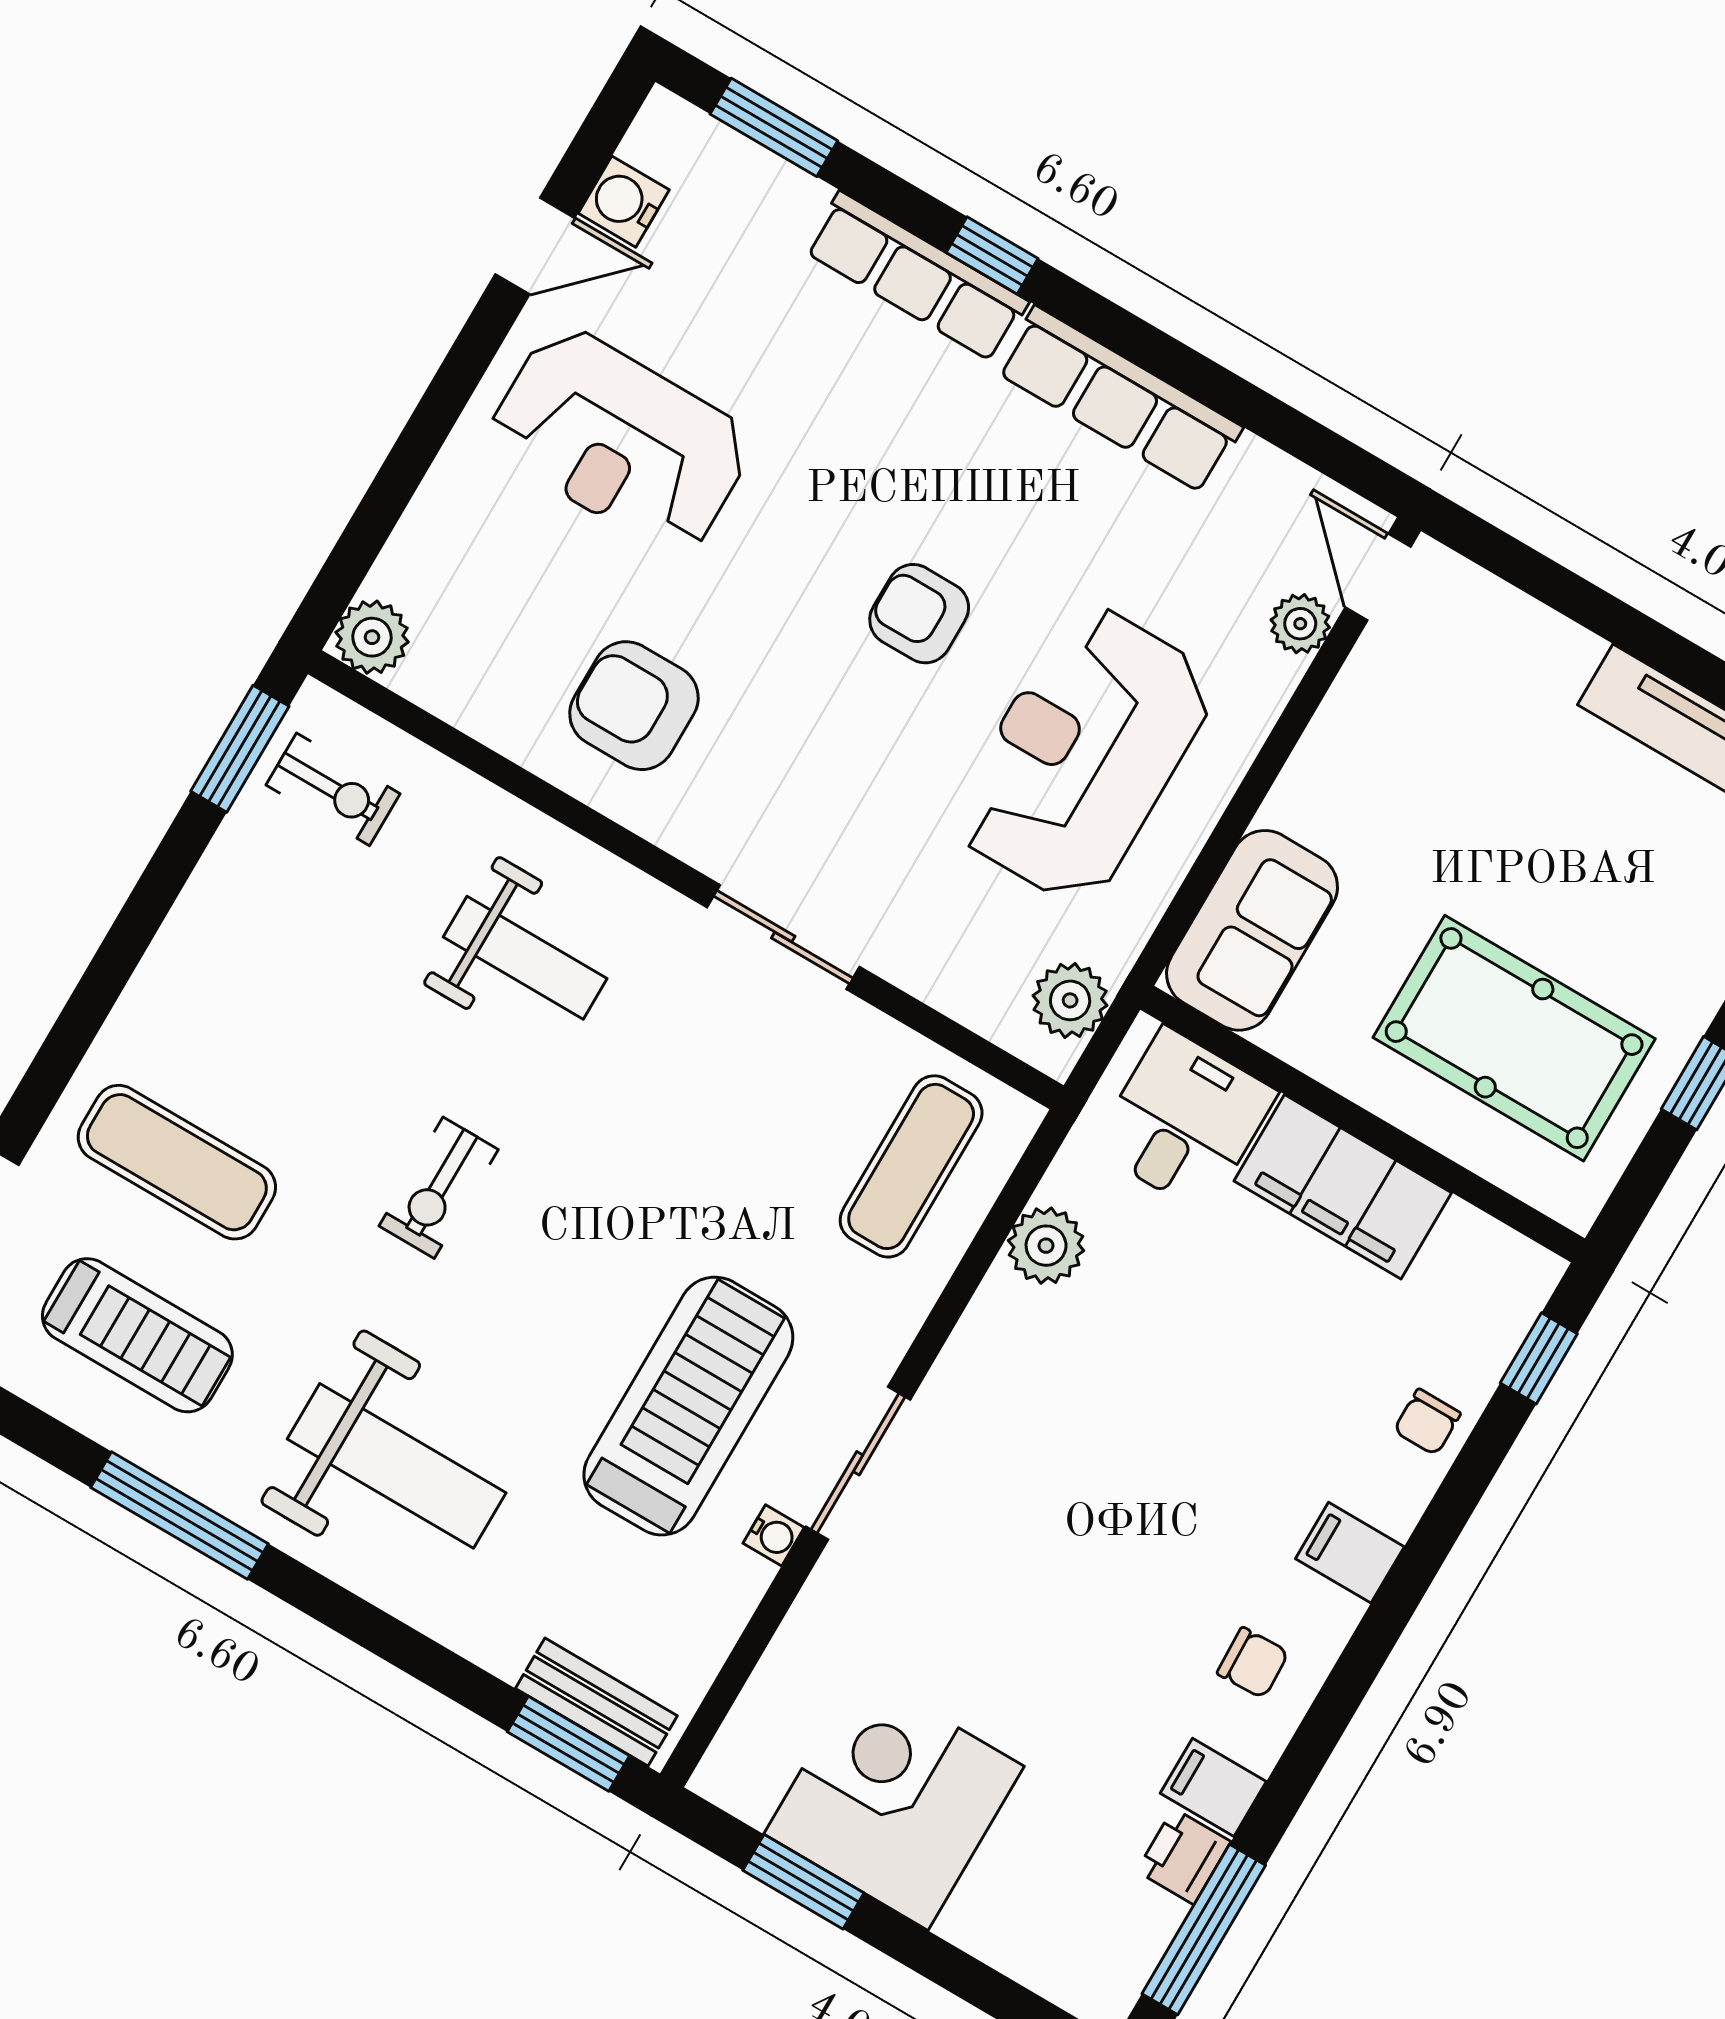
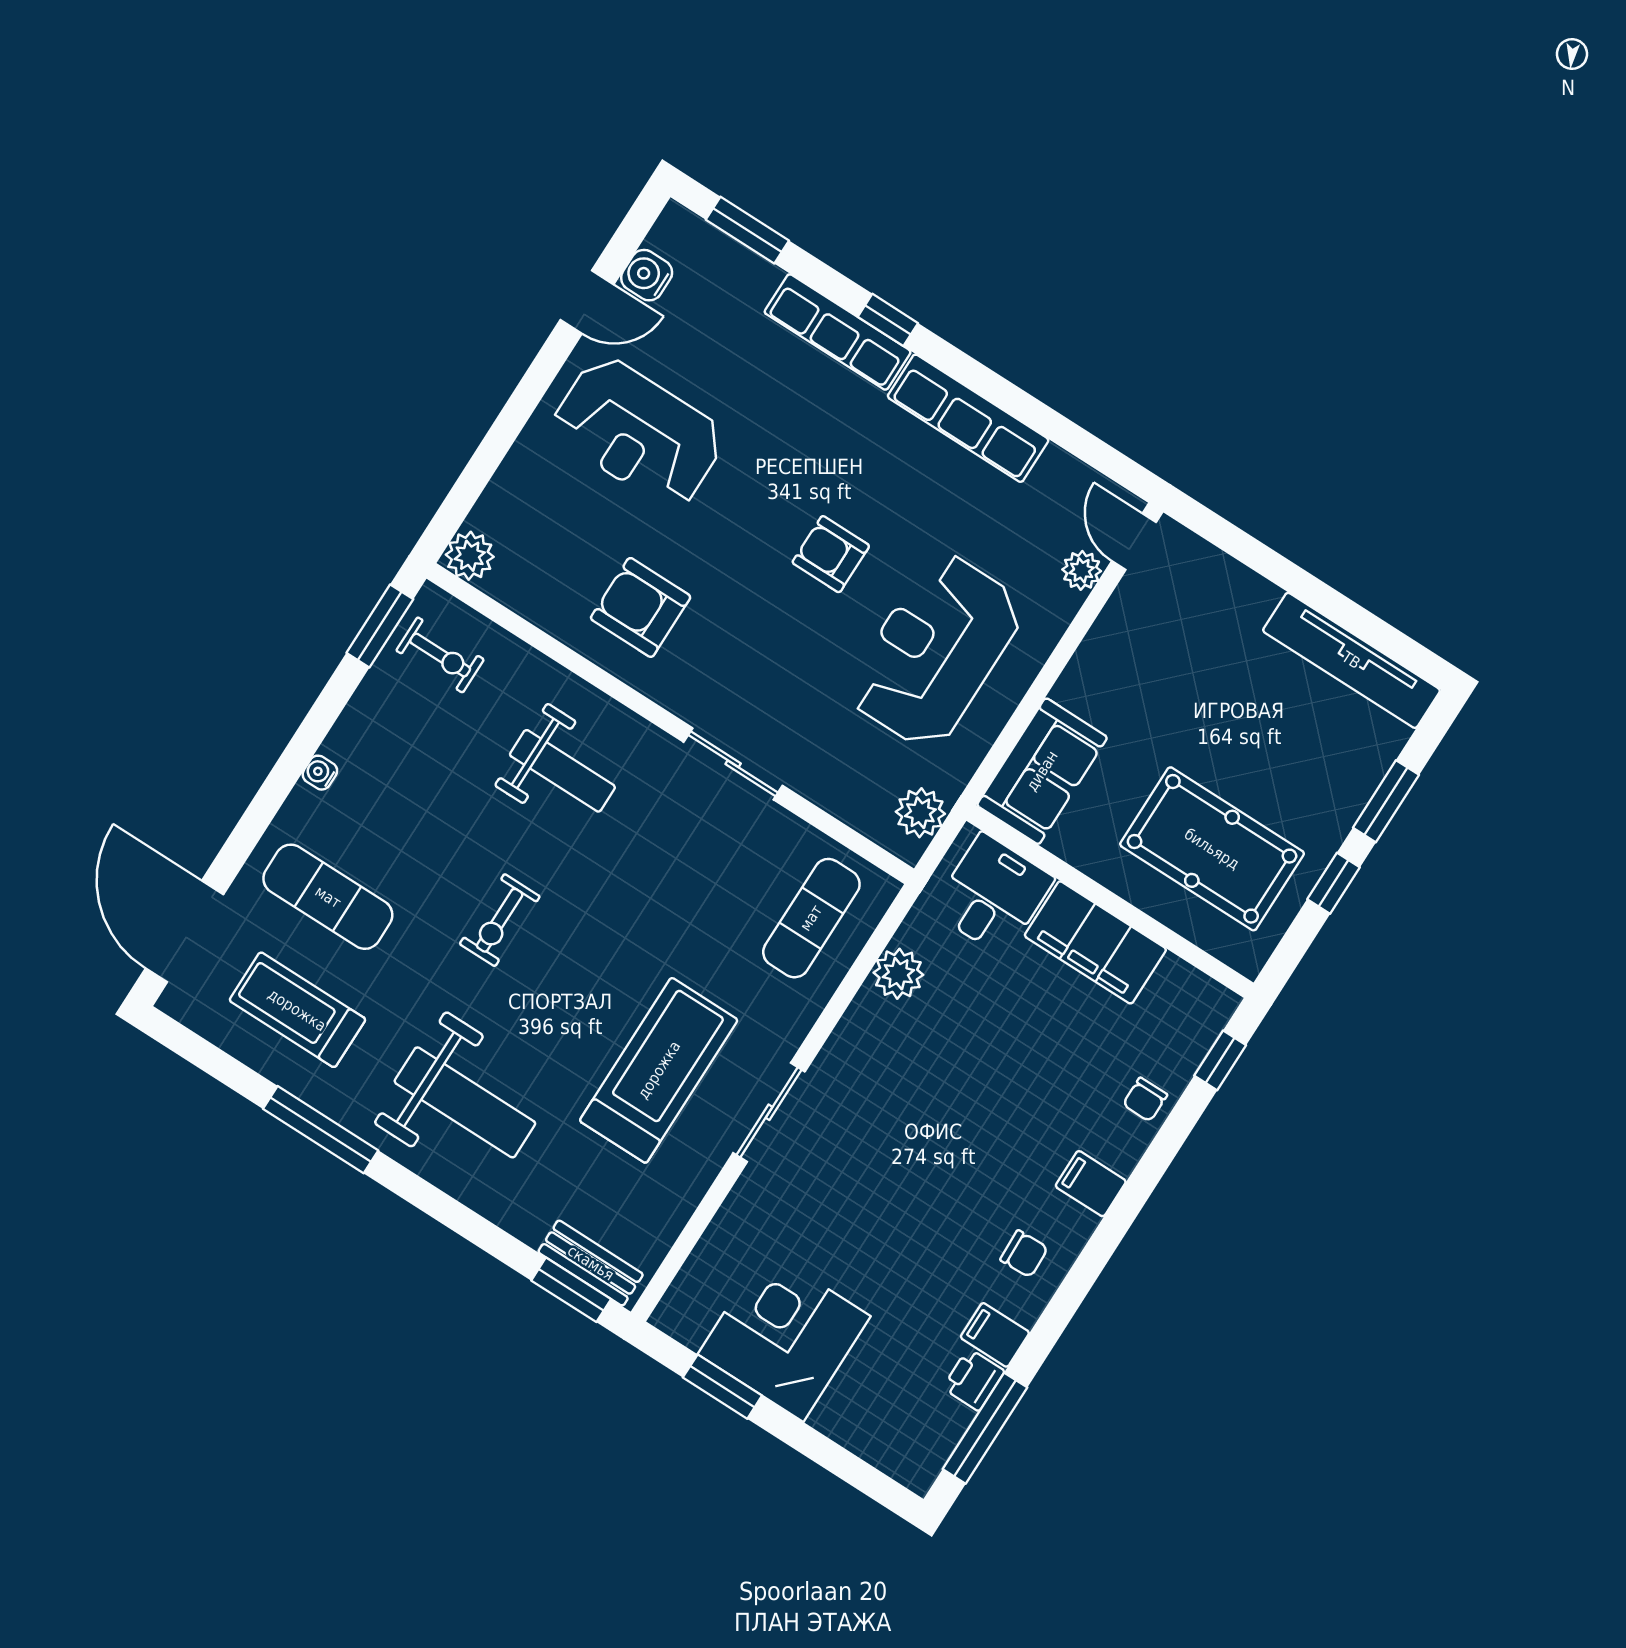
treadmill: (137, 1335) -> (297, 1010), turned 180
water cooler: (774, 1535) -> (320, 773), moved, turned 180

